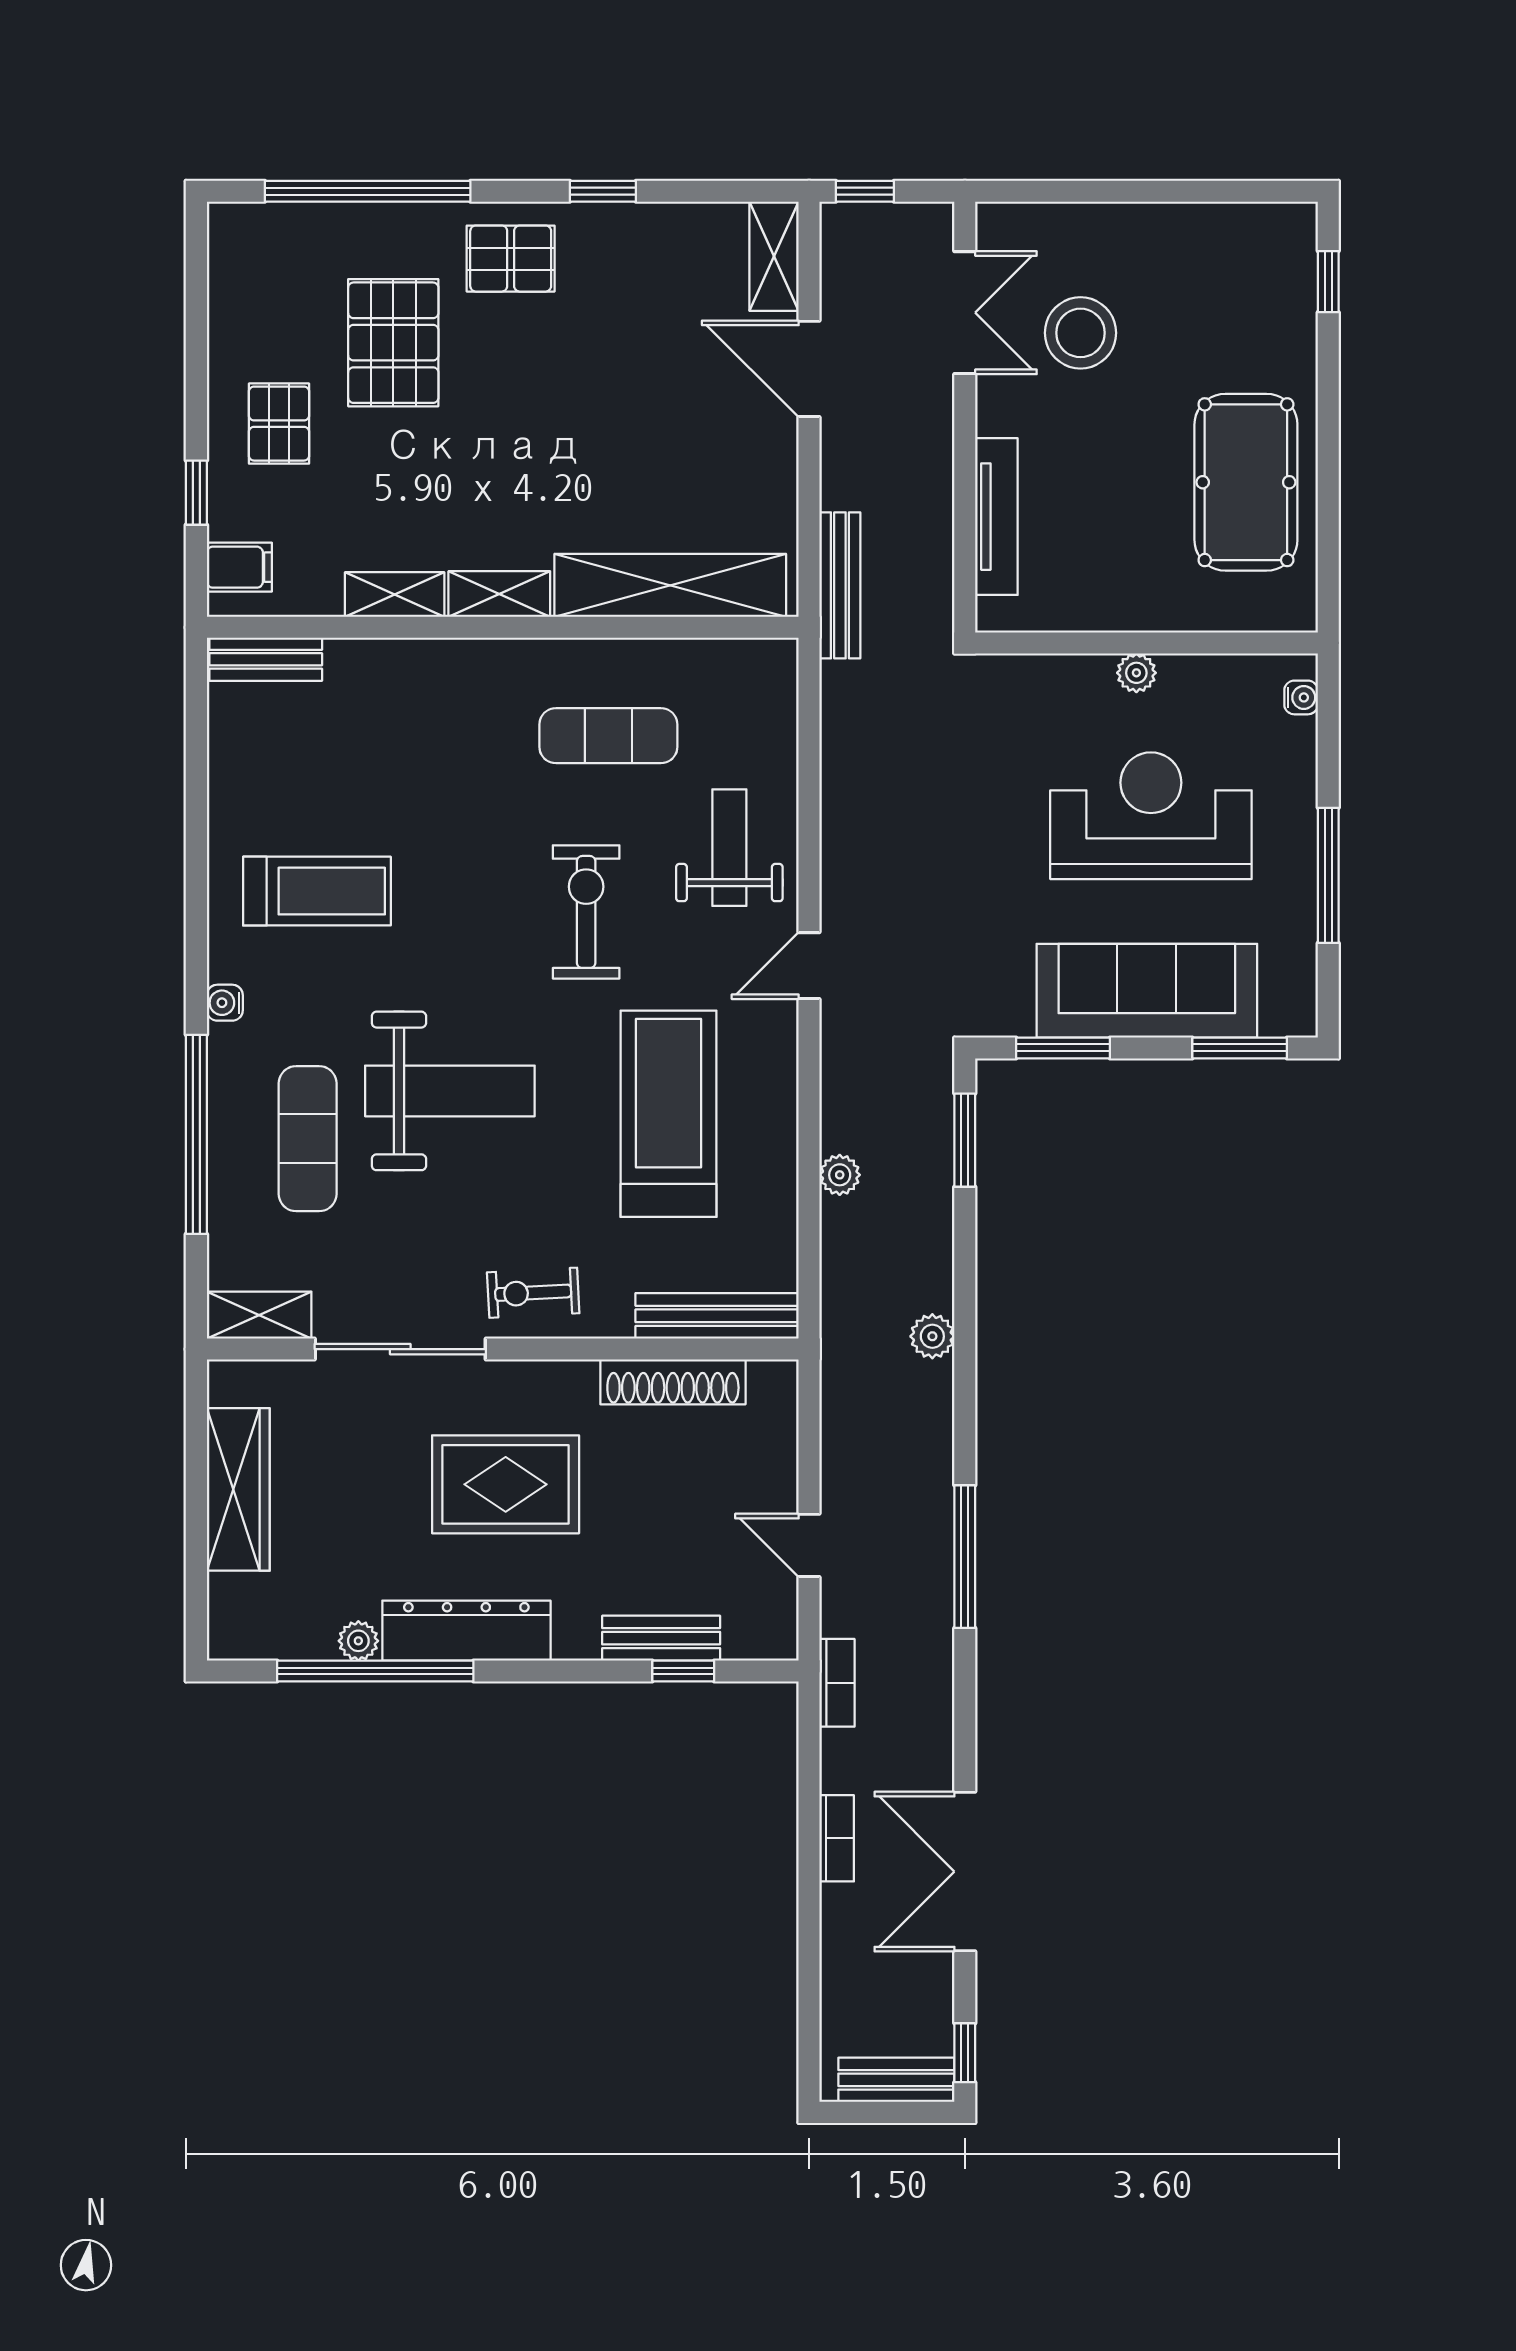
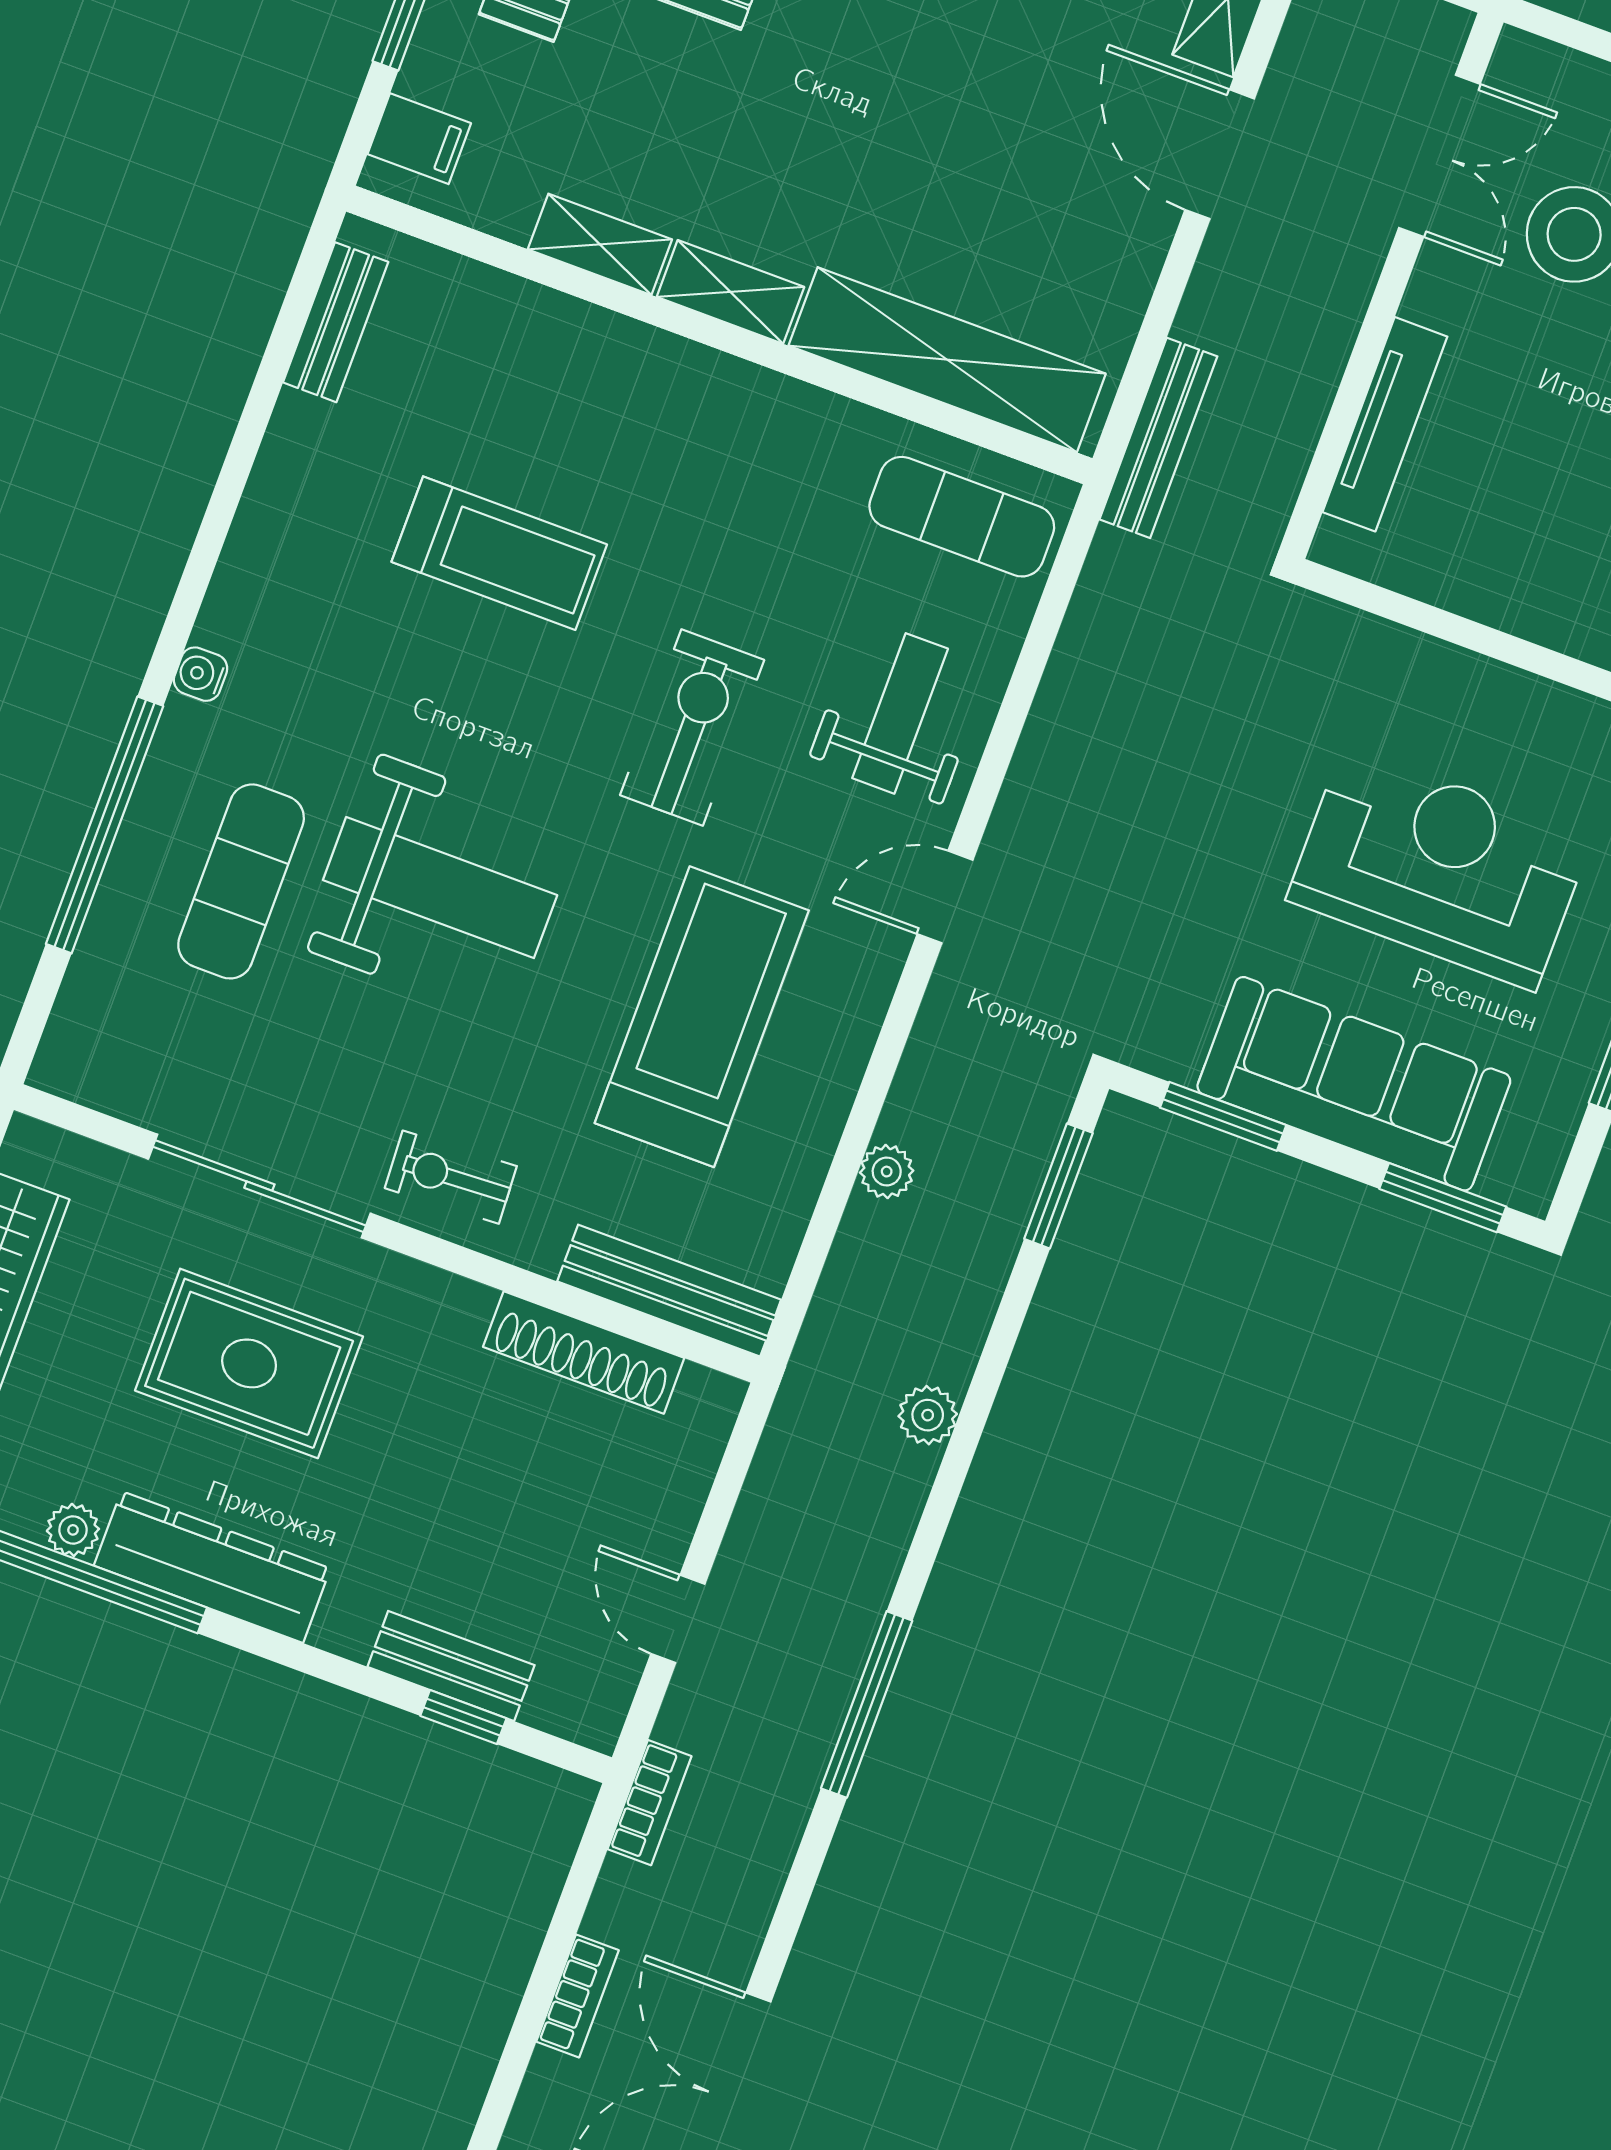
bench: (266, 659) -> (336, 322), moved, turned 90
plant: (1136, 673) -> (1487, 683), removed
exercise mat: (608, 736) -> (962, 517), moved
treadmill: (317, 891) -> (499, 553), moved
shelving: (259, 1315) -> (99, 1079), removed
rug: (506, 1484) -> (249, 1363), moved

